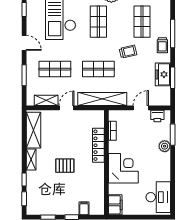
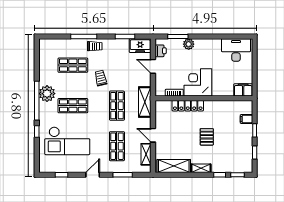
freezer: (163, 74) -> (140, 46), moved
shelving: (102, 99) -> (145, 102), width x0.68
corner desk: (123, 168) -> (198, 82), moved

